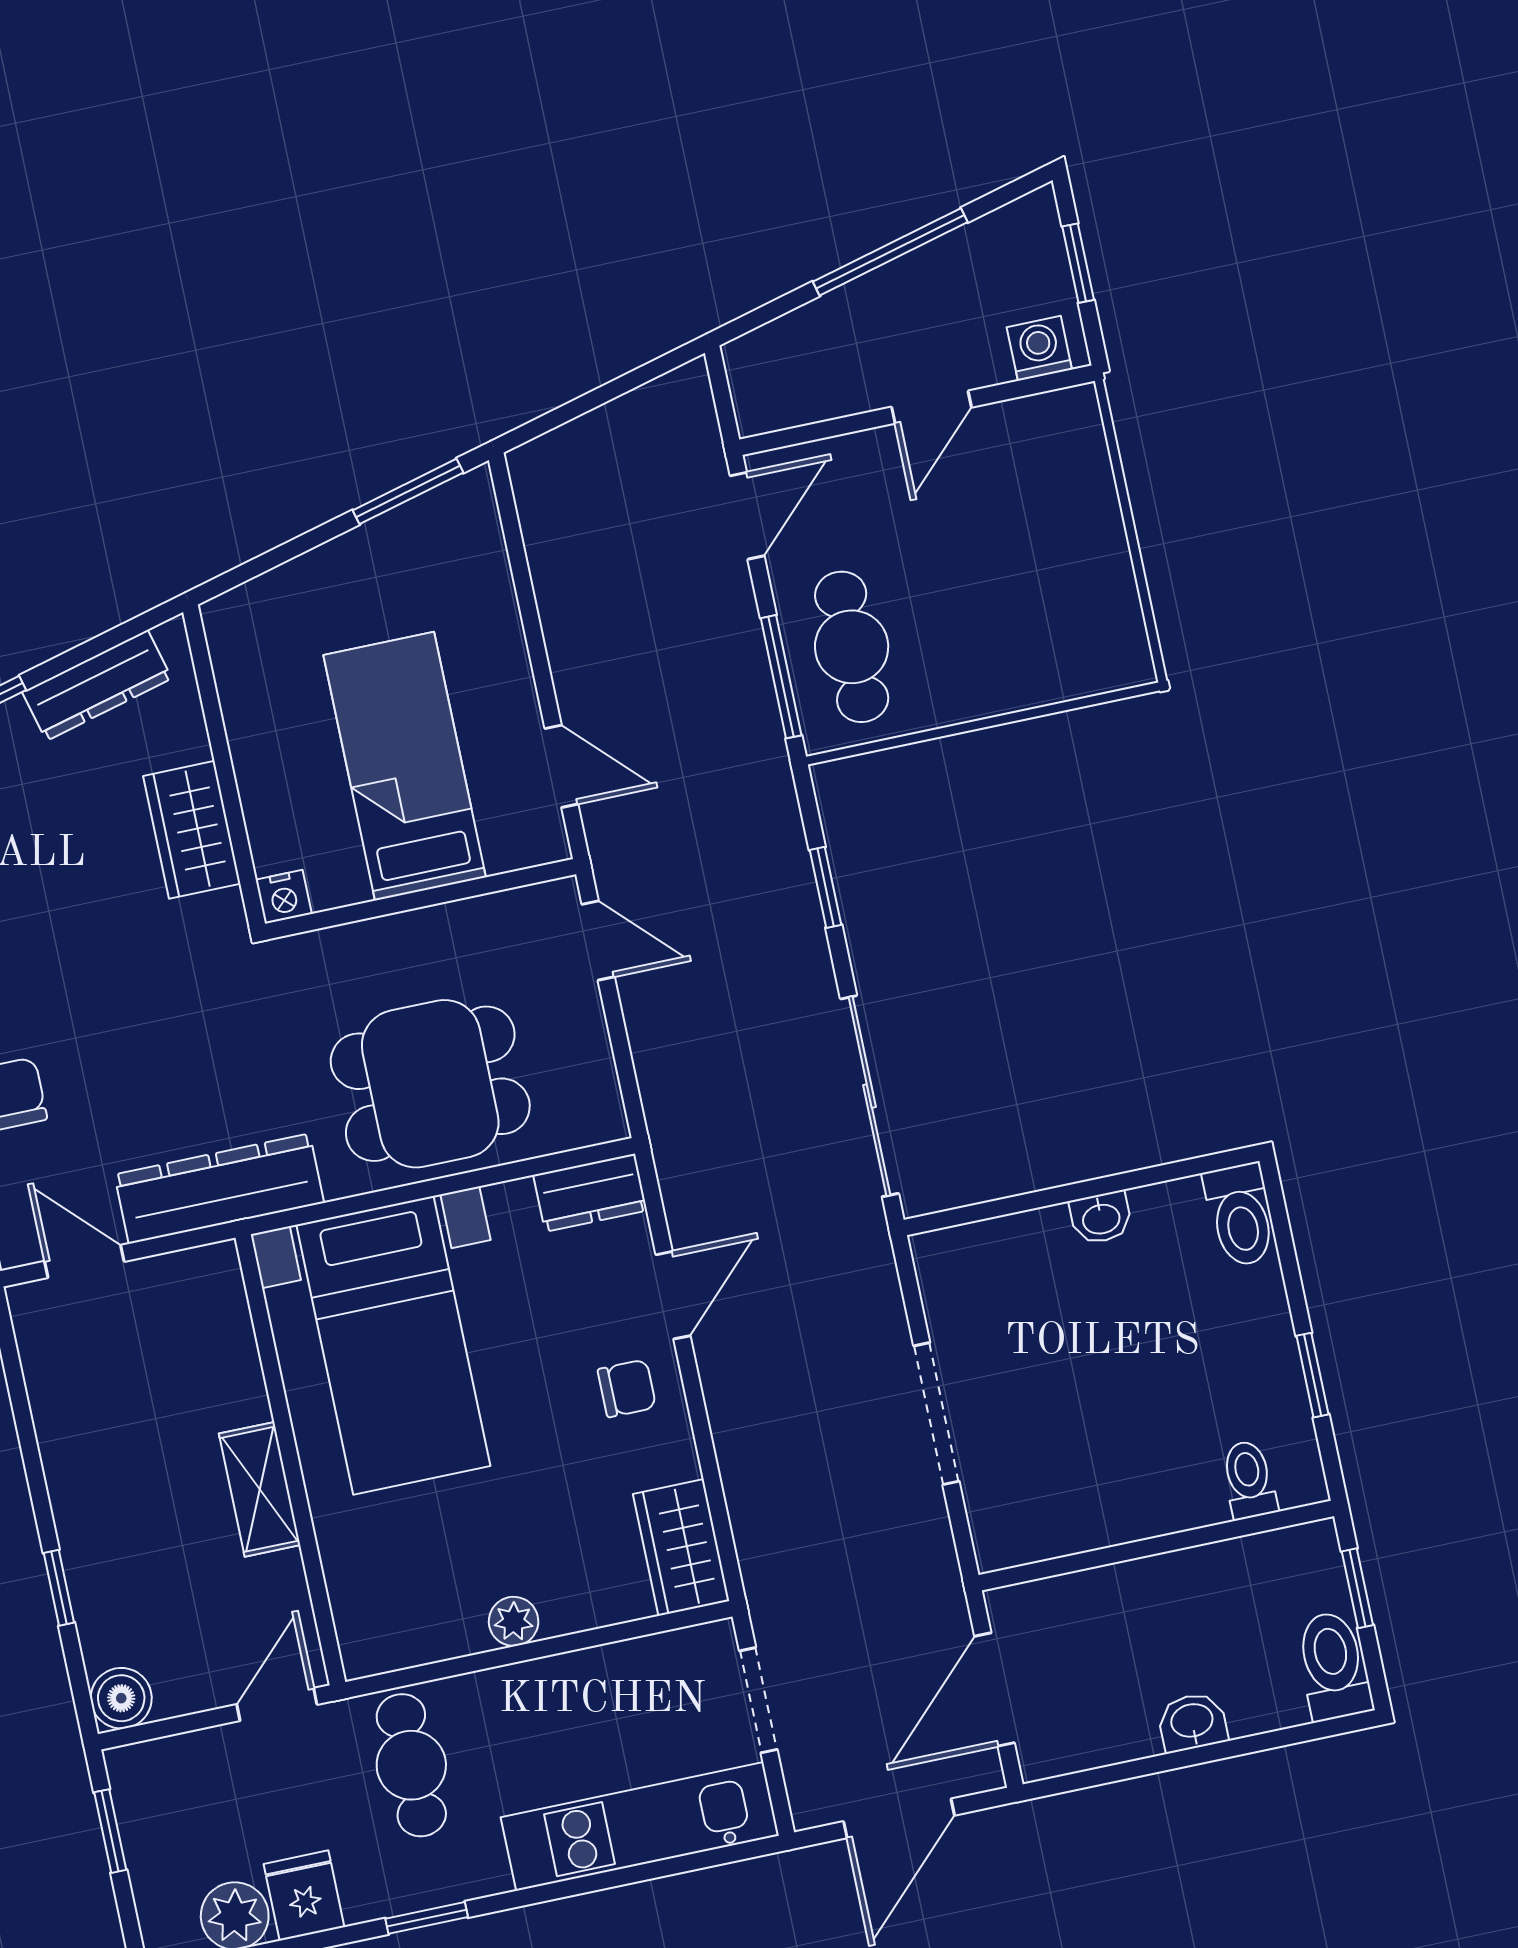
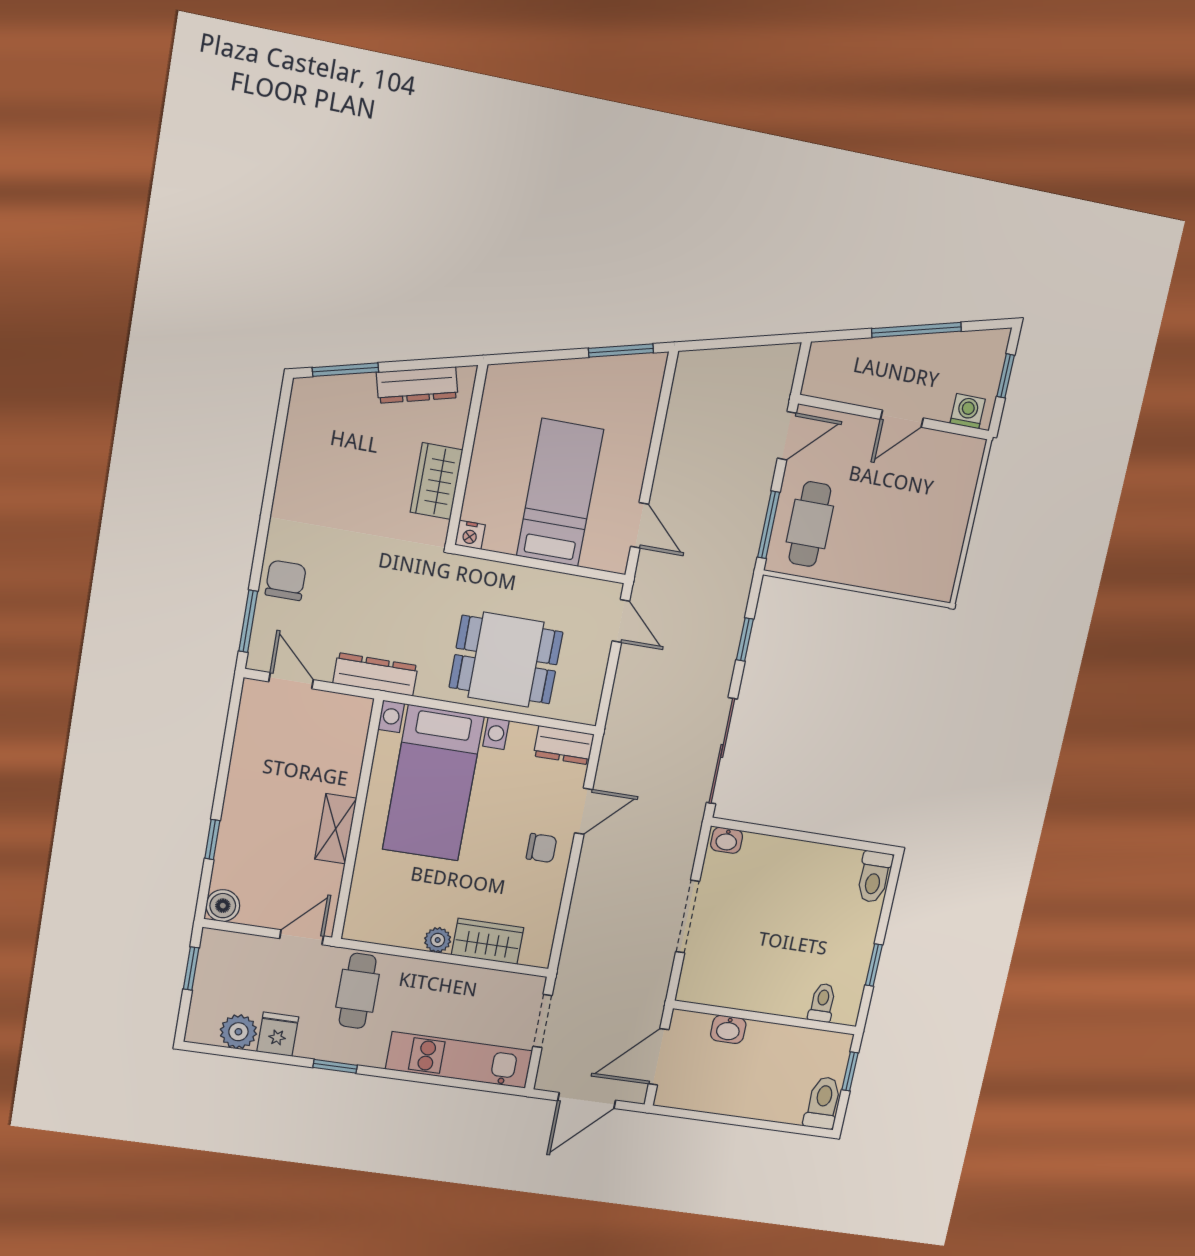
dresser: (219, 1189) -> (375, 674), width x0.73, depth x0.80
washbasin: (1101, 1218) -> (727, 840), moved
wardrobe: (681, 1547) -> (488, 941), moved, turned 90
washbasin: (1192, 1722) -> (728, 1029), moved, turned 180

